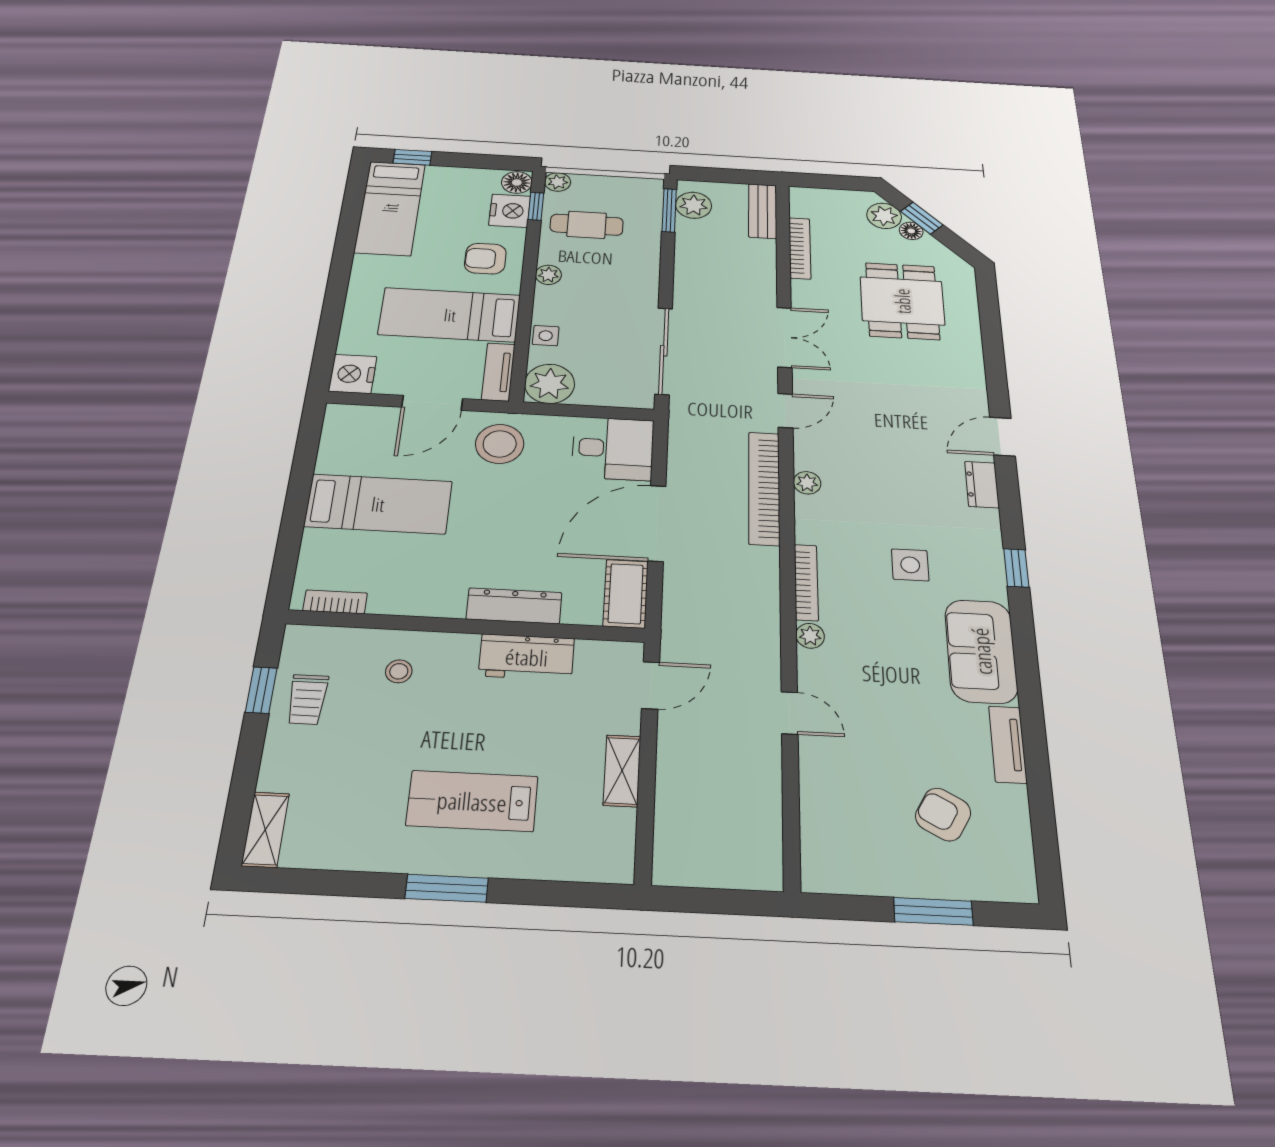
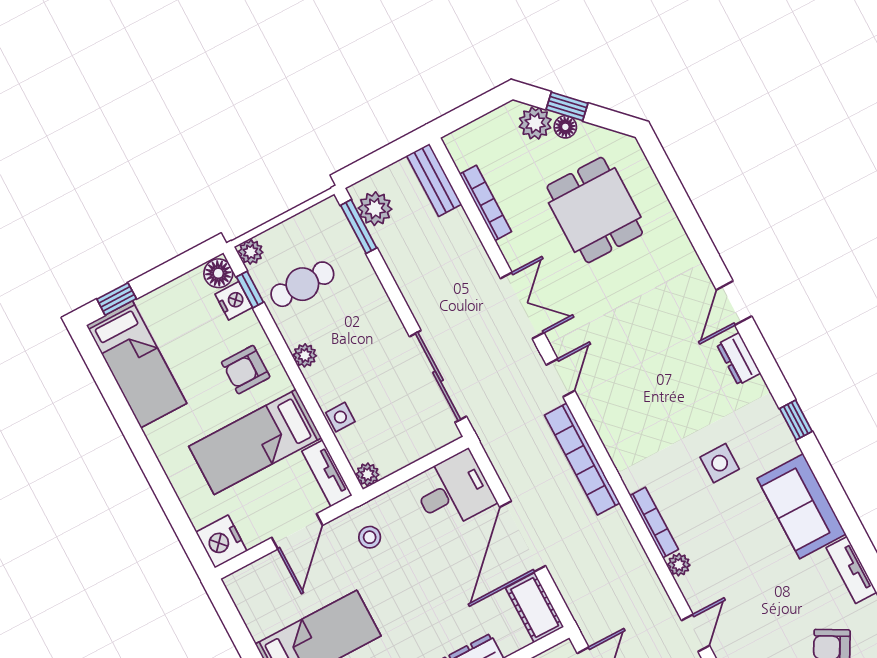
nightstand: (510, 211) -> (234, 301), width x0.74, depth x0.75
plant: (550, 384) -> (368, 474), width x0.53, depth x0.53
stool: (500, 444) -> (370, 537), width x0.53, depth x0.53
plant: (807, 483) -> (611, 435), removed
door: (790, 713) -> (696, 633), hinge flipped

